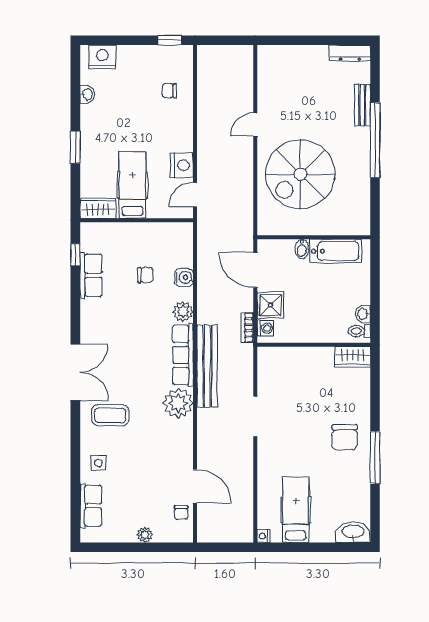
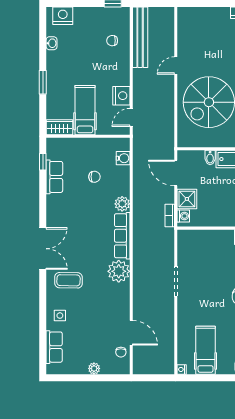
water cooler: (184, 277) -> (123, 158), moved
bench: (207, 366) -> (140, 37), moved

